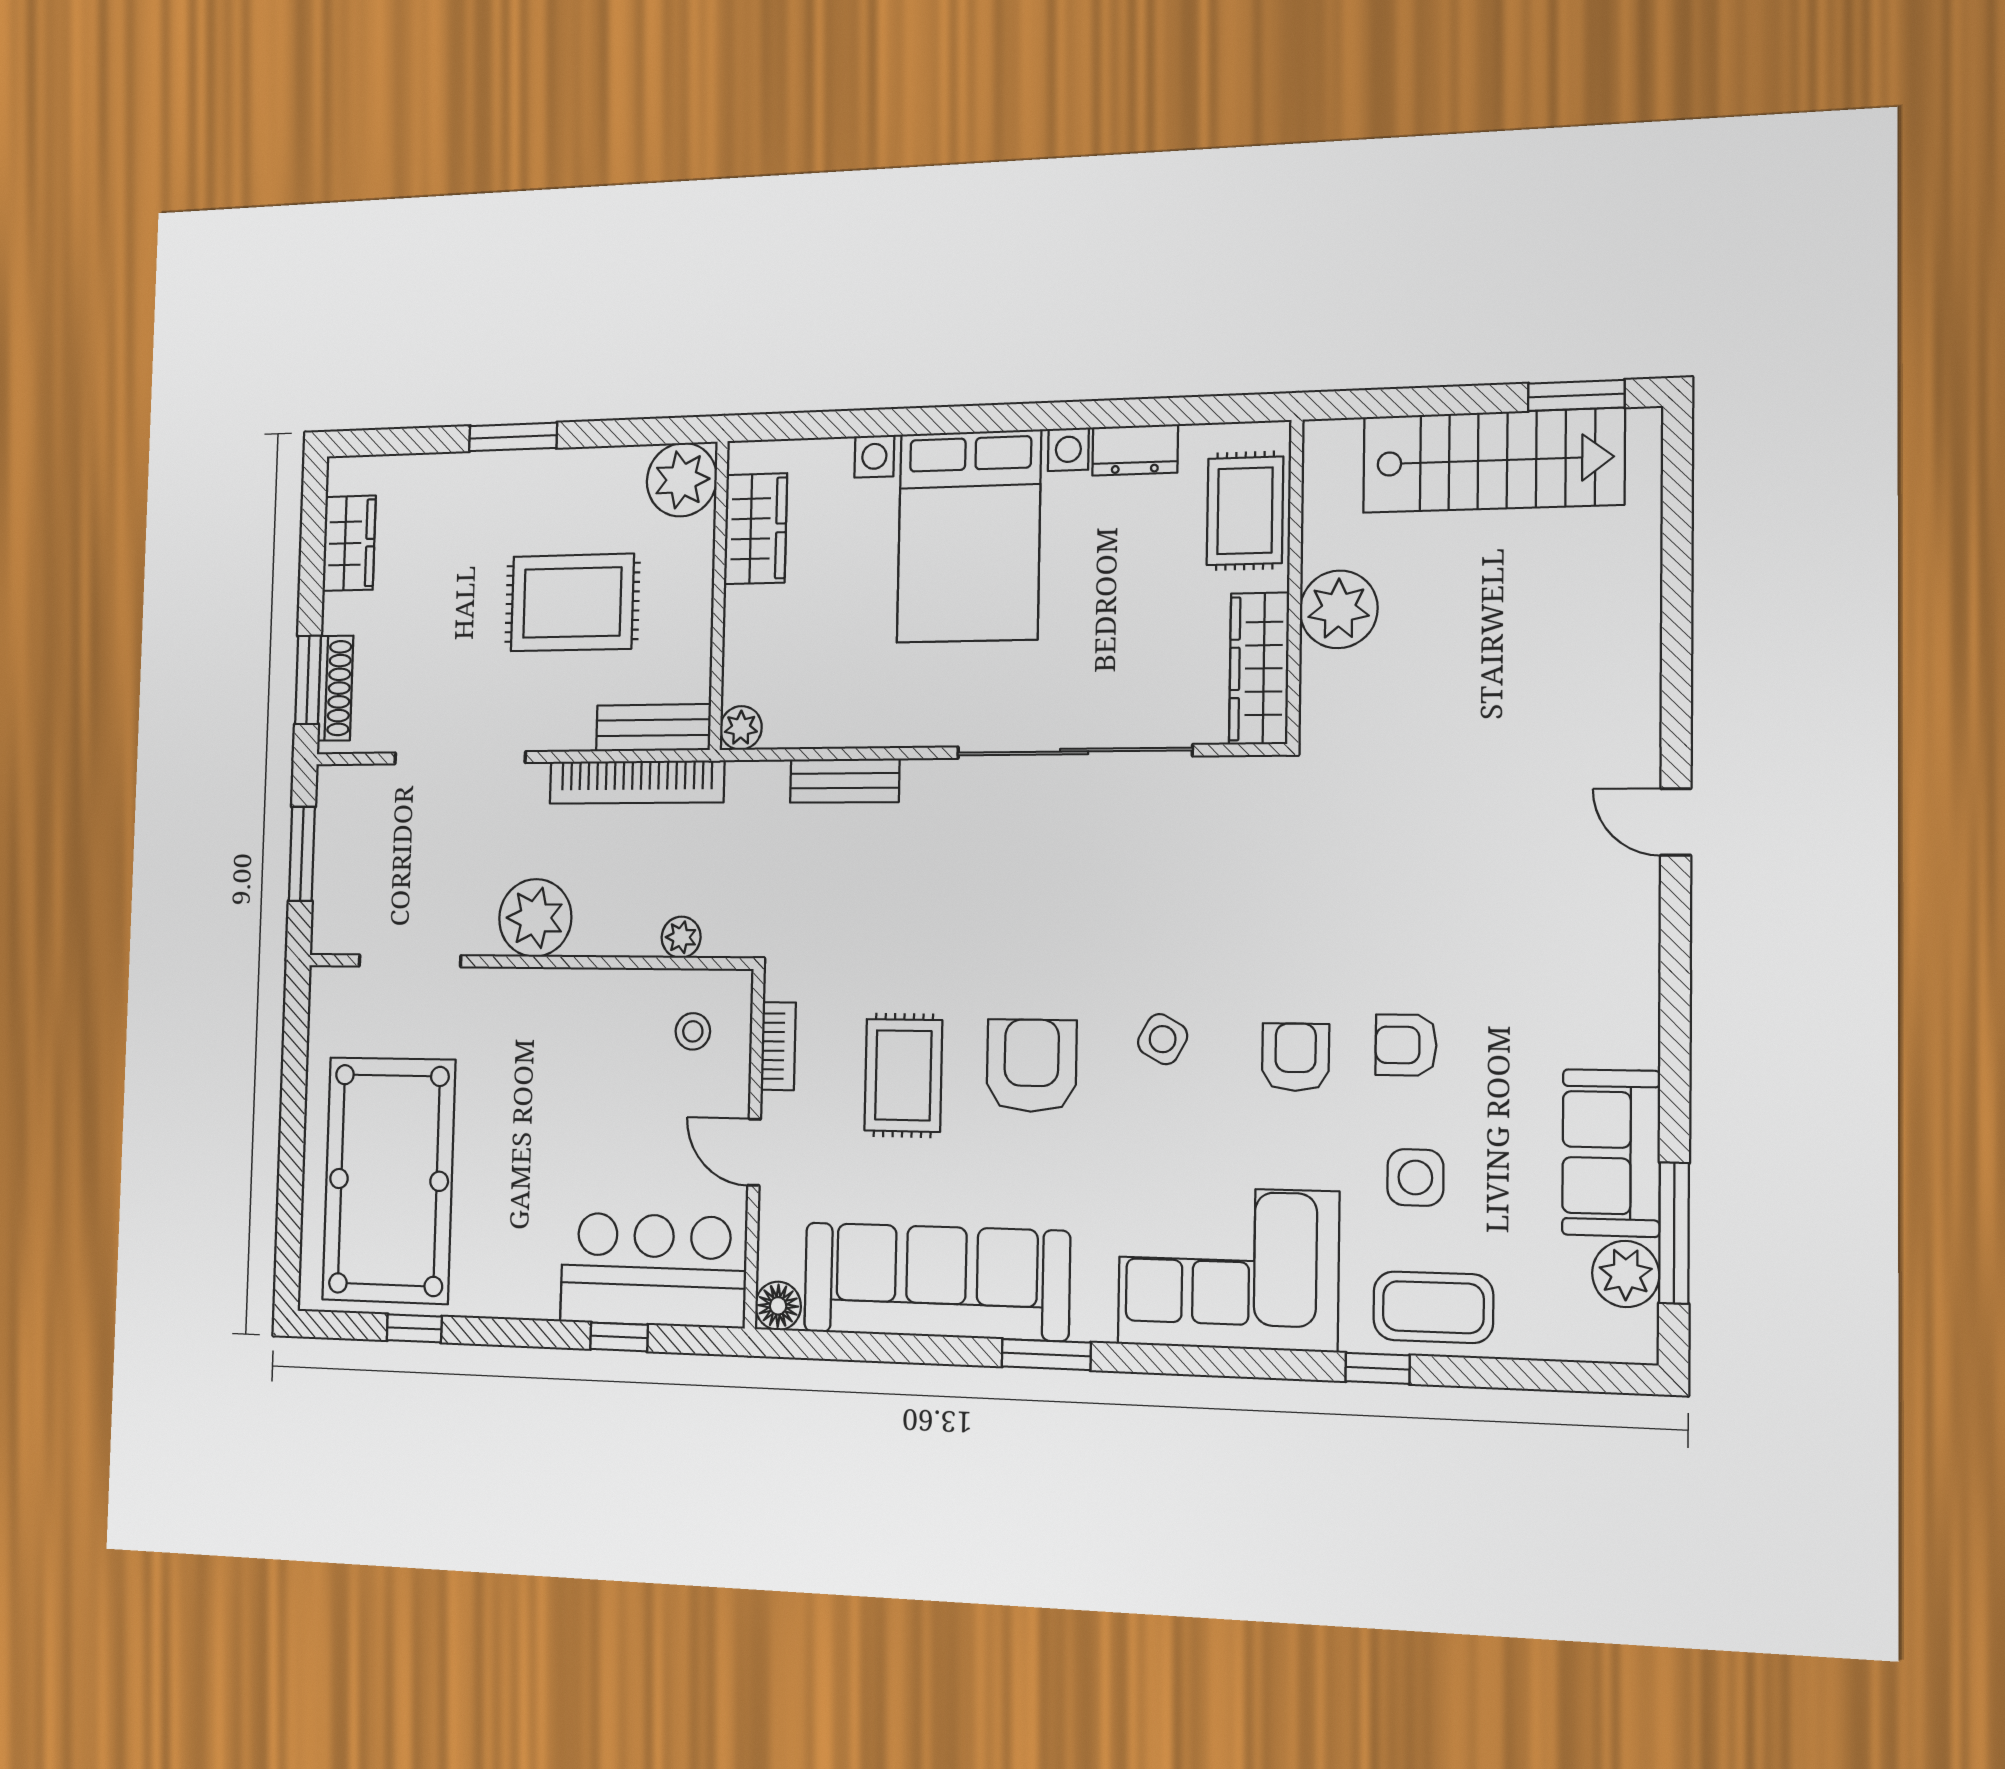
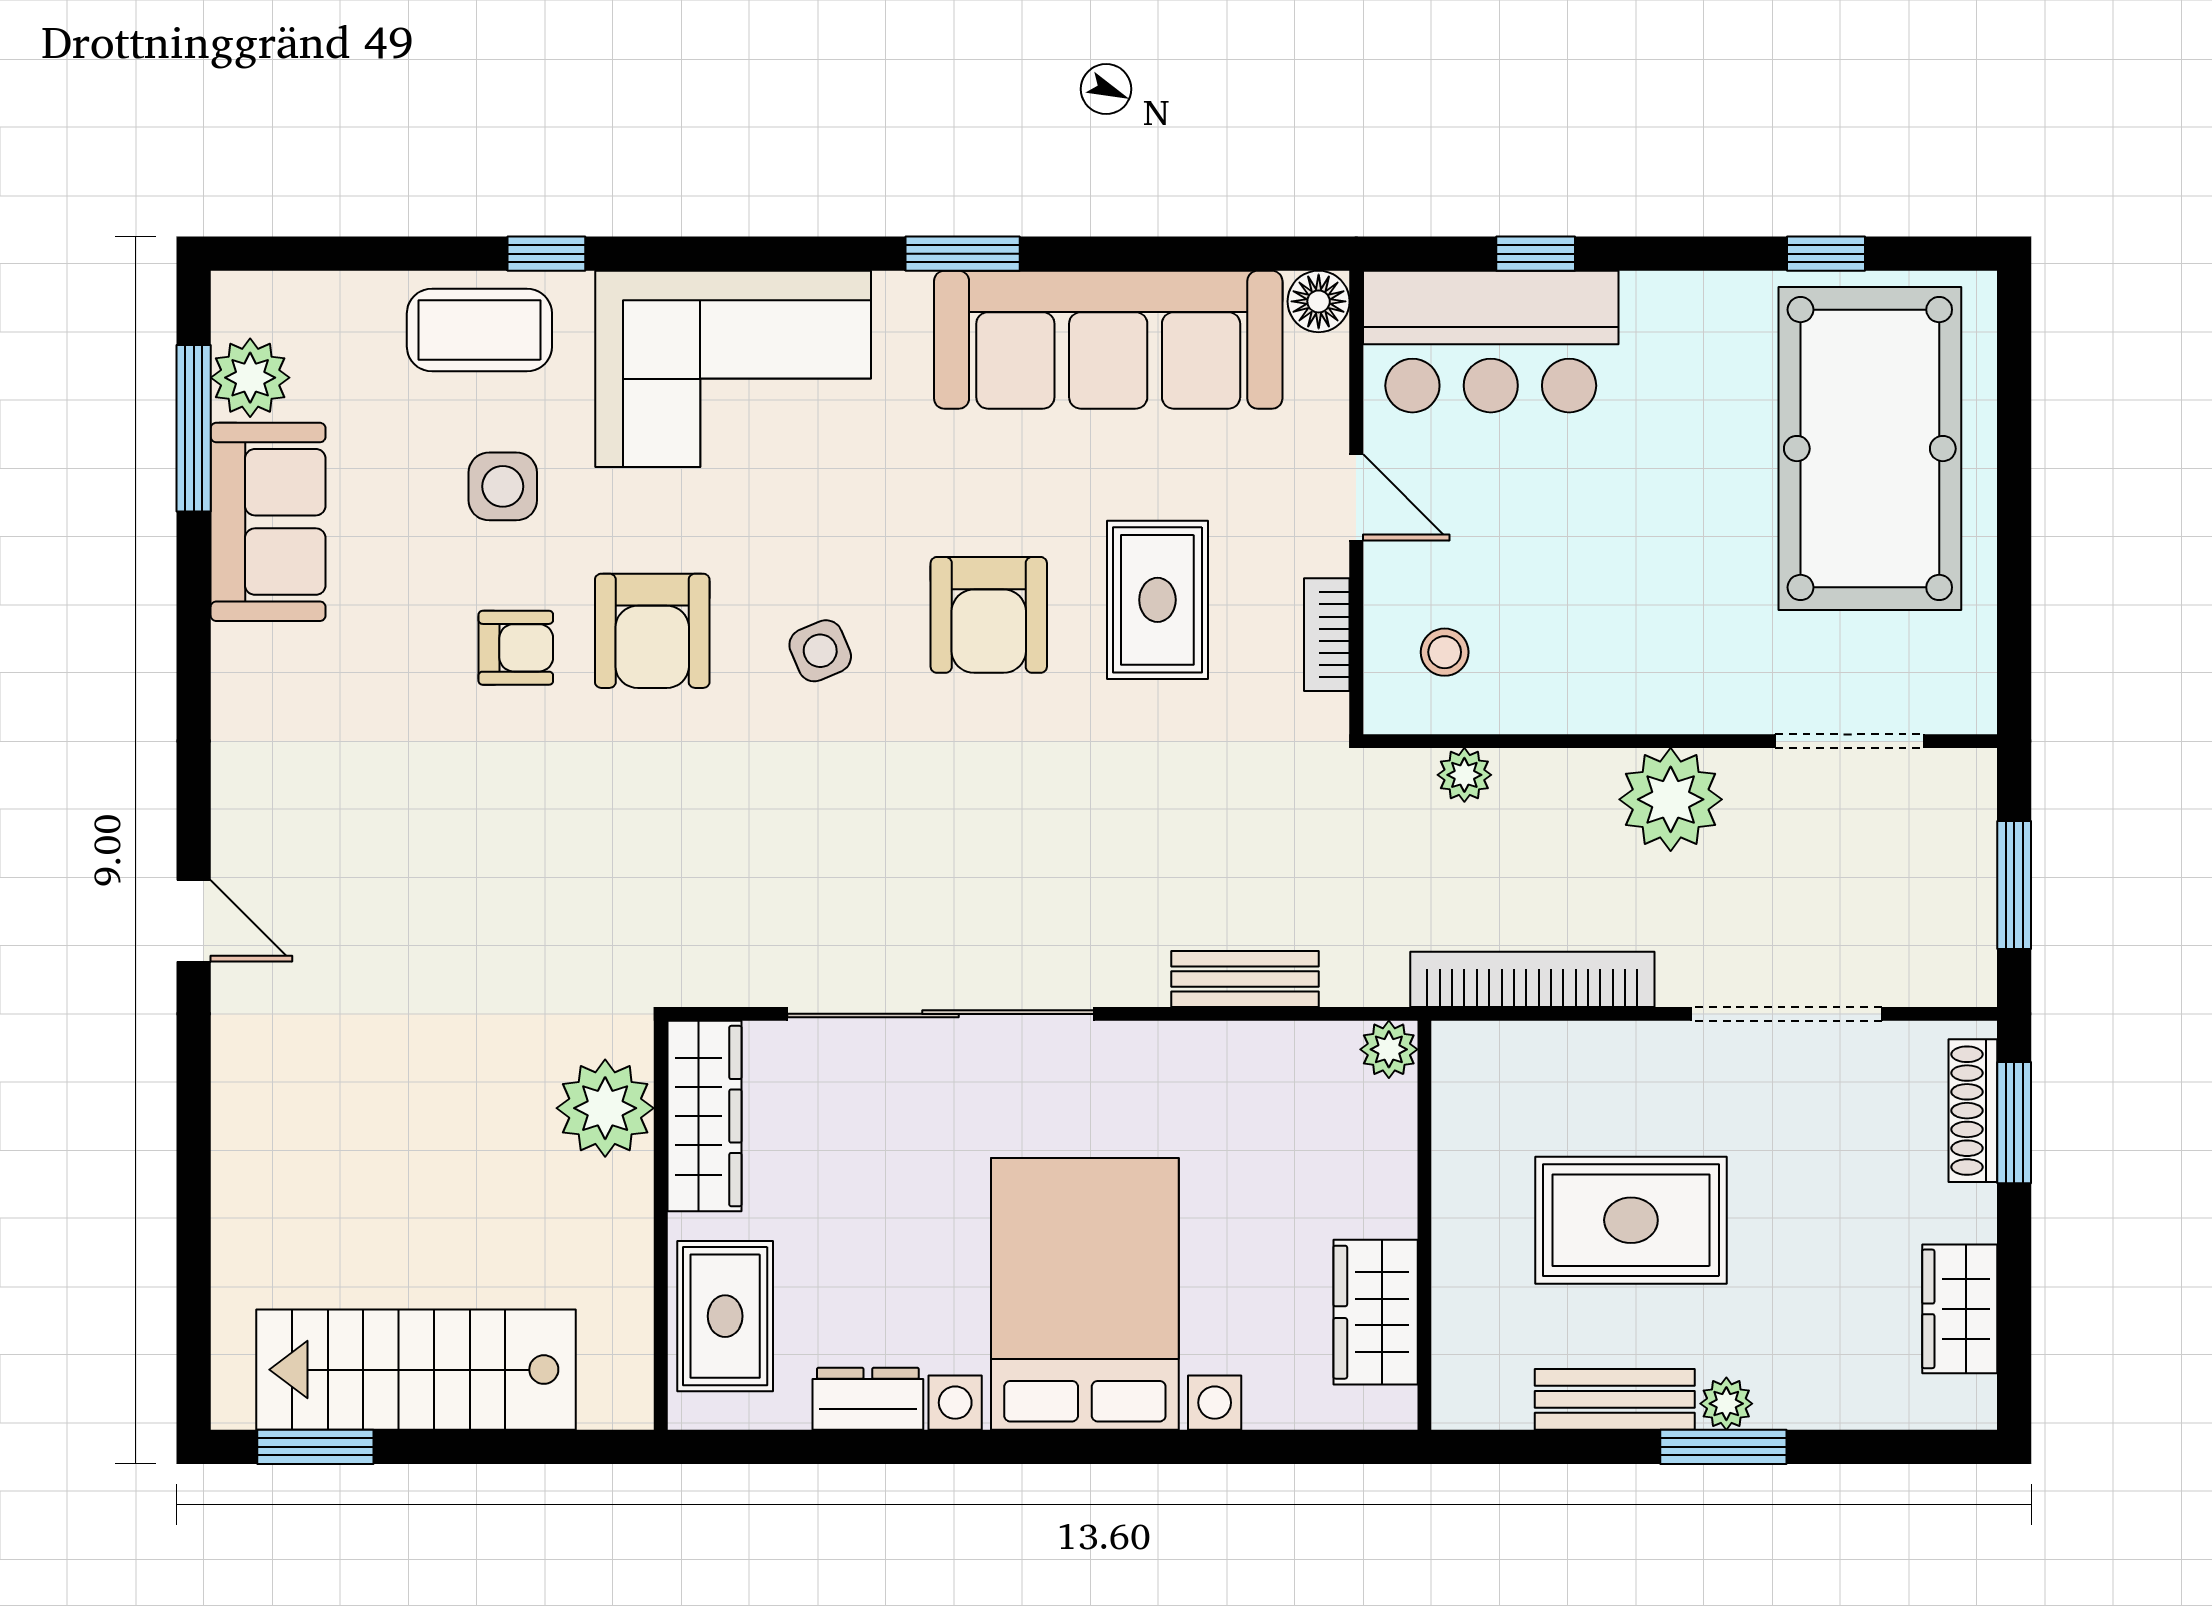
plant: (682, 480) -> (1726, 1404), moved, width x0.53, depth x0.53
plant: (1339, 609) -> (605, 1108), moved
bench: (653, 728) -> (1615, 1399), moved
side table: (1163, 1039) -> (820, 651), turned 38
armchair: (1296, 1057) -> (652, 631), width x1.38, depth x1.38

